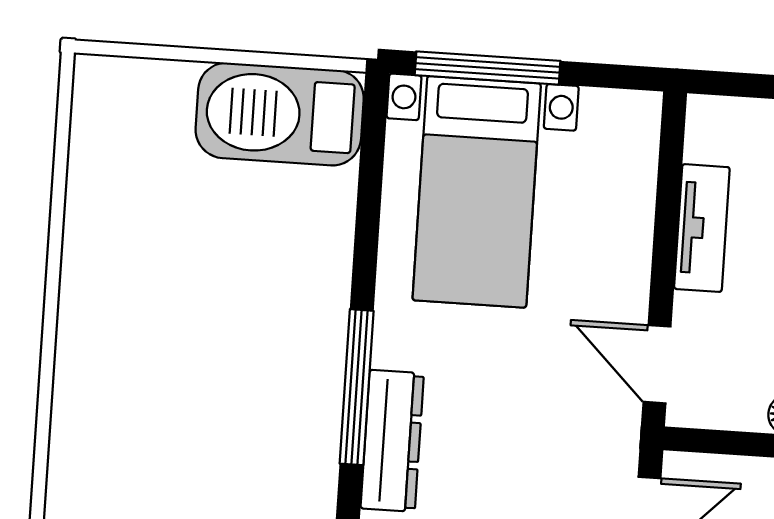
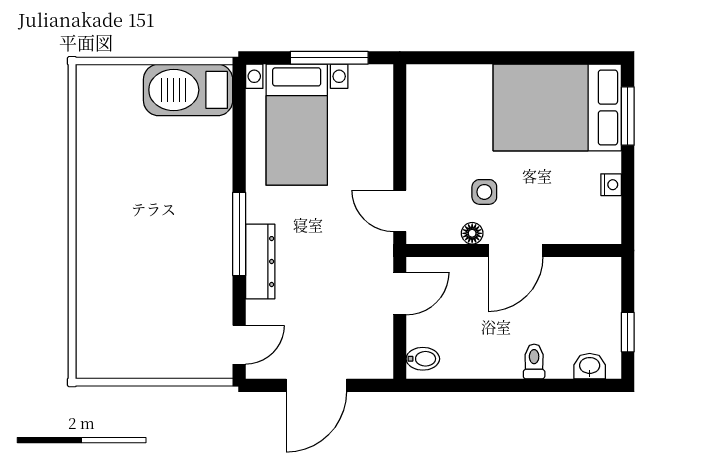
window: (488, 68) -> (329, 58), moved
tv unit: (702, 228) -> (419, 136), removed

